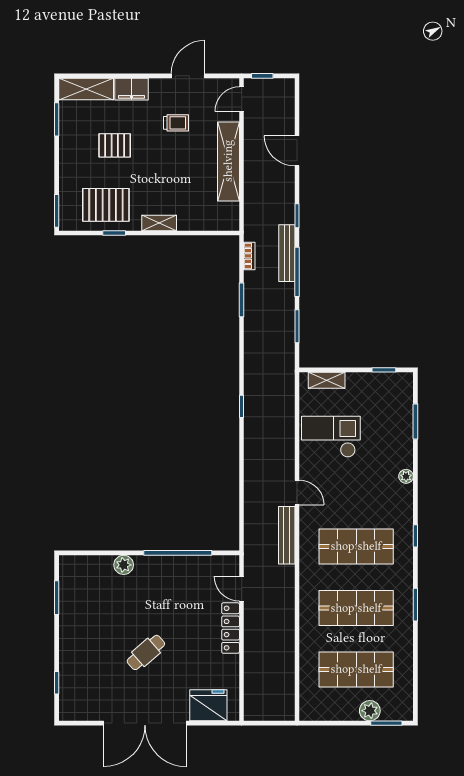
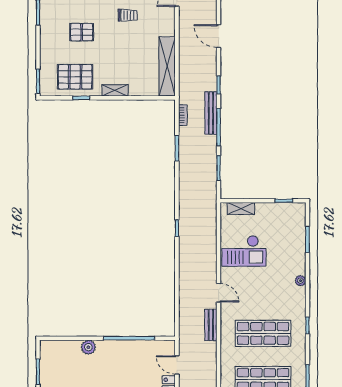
shelving: (228, 161) -> (167, 66), moved
checkout: (331, 437) -> (244, 251), turned 180
bench: (287, 535) -> (211, 325), width x0.73

